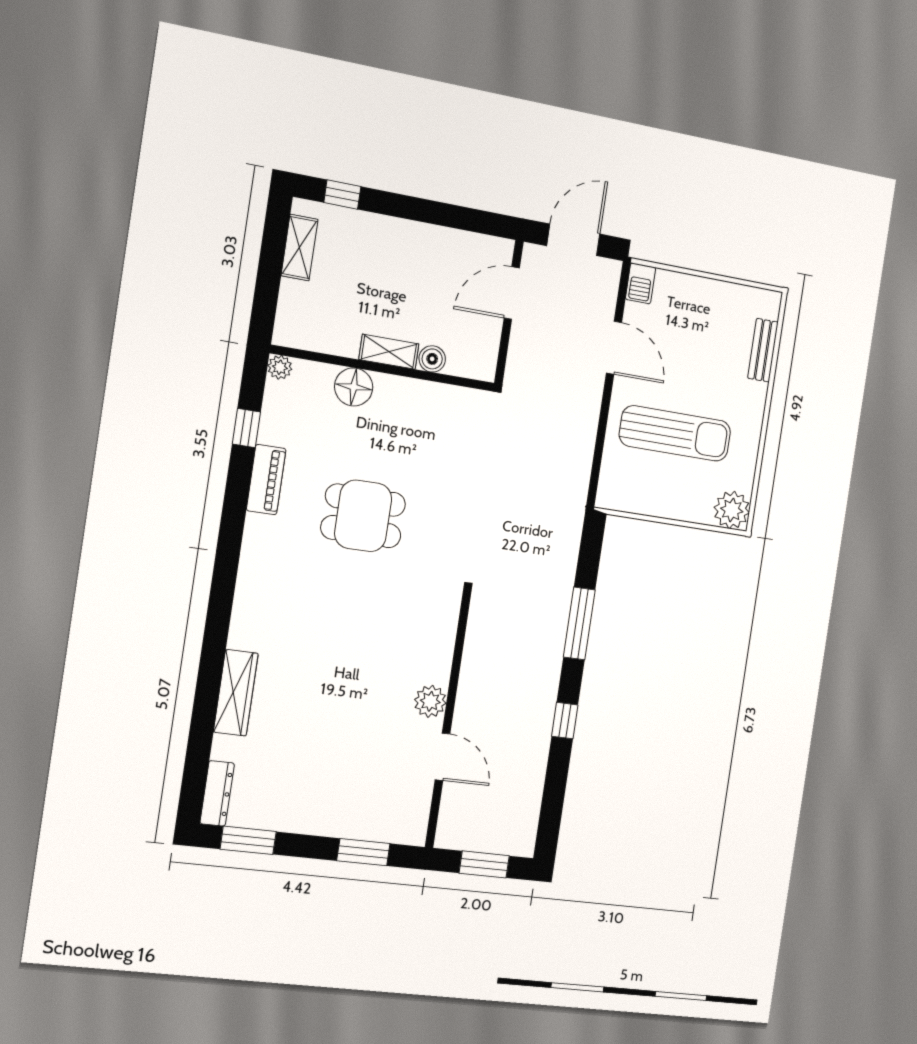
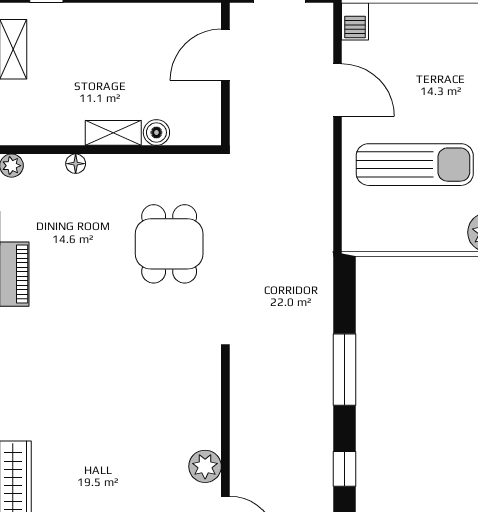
floor lamp: (354, 387) -> (76, 164), width x0.53, depth x0.53
dining table: (363, 516) -> (169, 244), moved, turned 90

